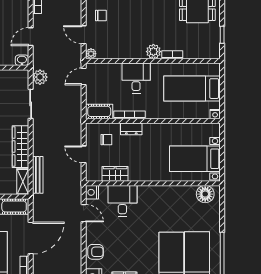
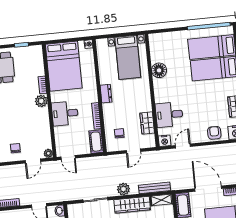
plant: (40, 77) -> (123, 189), moved
bed: (192, 89) -> (64, 66), width x1.50
dresser: (131, 129) -> (106, 94), moved
floor lamp: (205, 194) -> (159, 70), moved

